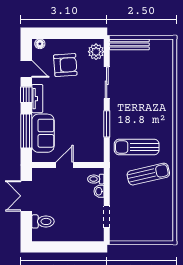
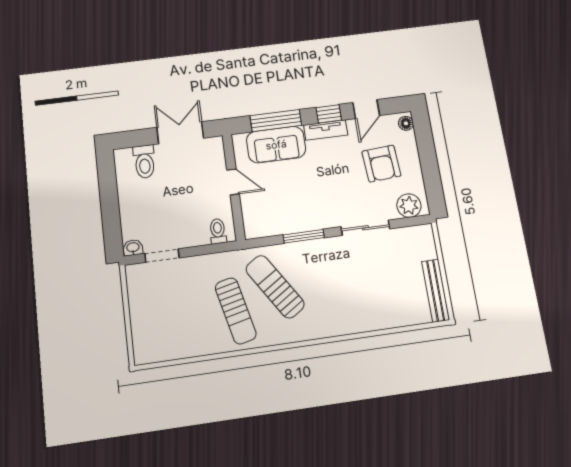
bench: (129, 44) -> (436, 291), moved
sun lounger: (137, 147) -> (275, 287), turned -33
washbasin: (99, 191) -> (133, 248), moved

